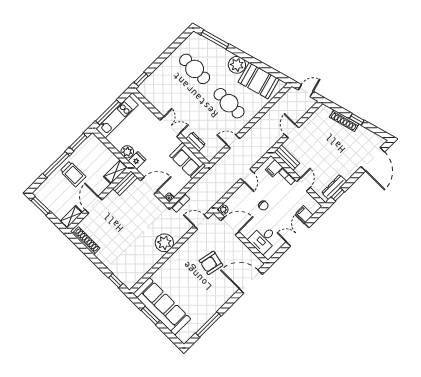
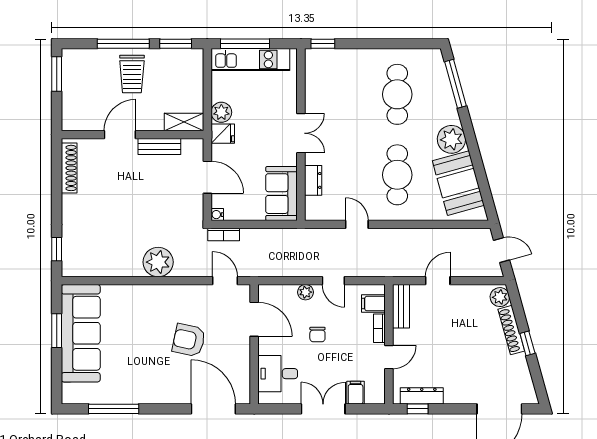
plant: (325, 111) -> (500, 297), added
door: (247, 176) -> (333, 281), hinge flipped
bench: (125, 183) -> (159, 146), moved
plant: (223, 210) -> (306, 292), moved
shelving: (71, 217) -> (80, 123), removed

